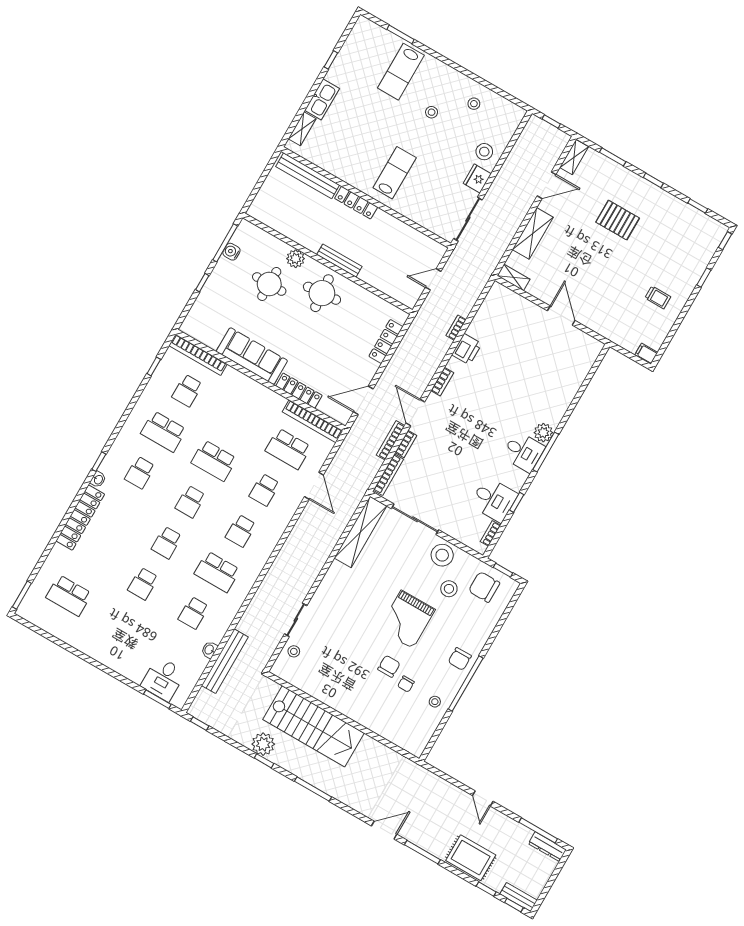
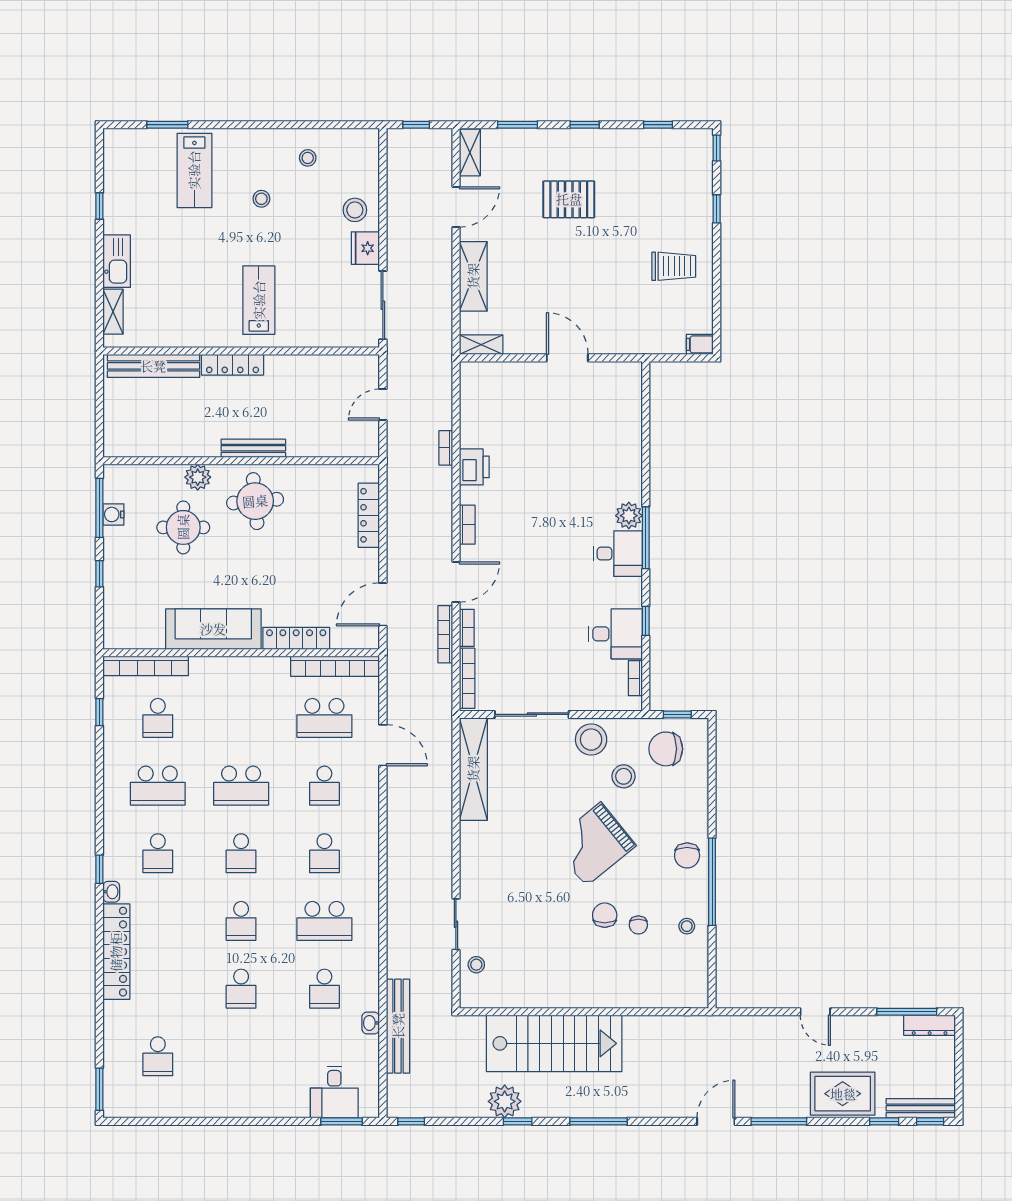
trolley: (658, 297) -> (674, 266), width x1.36, depth x1.39
door: (415, 412) -> (456, 582), swing flipped
school desk: (69, 595) -> (158, 1056), width x0.54
grand piano: (407, 619) -> (593, 844), turned 51
bench: (519, 897) -> (921, 1108), width x1.36

